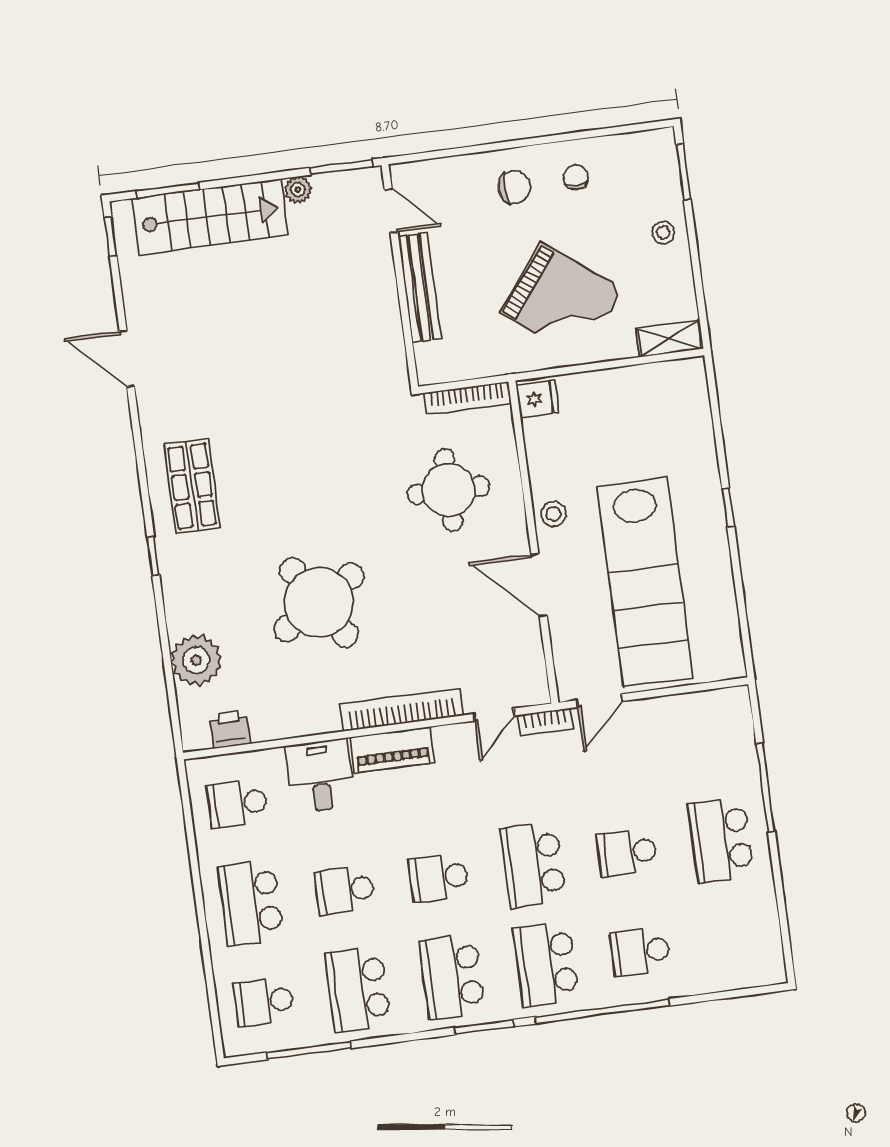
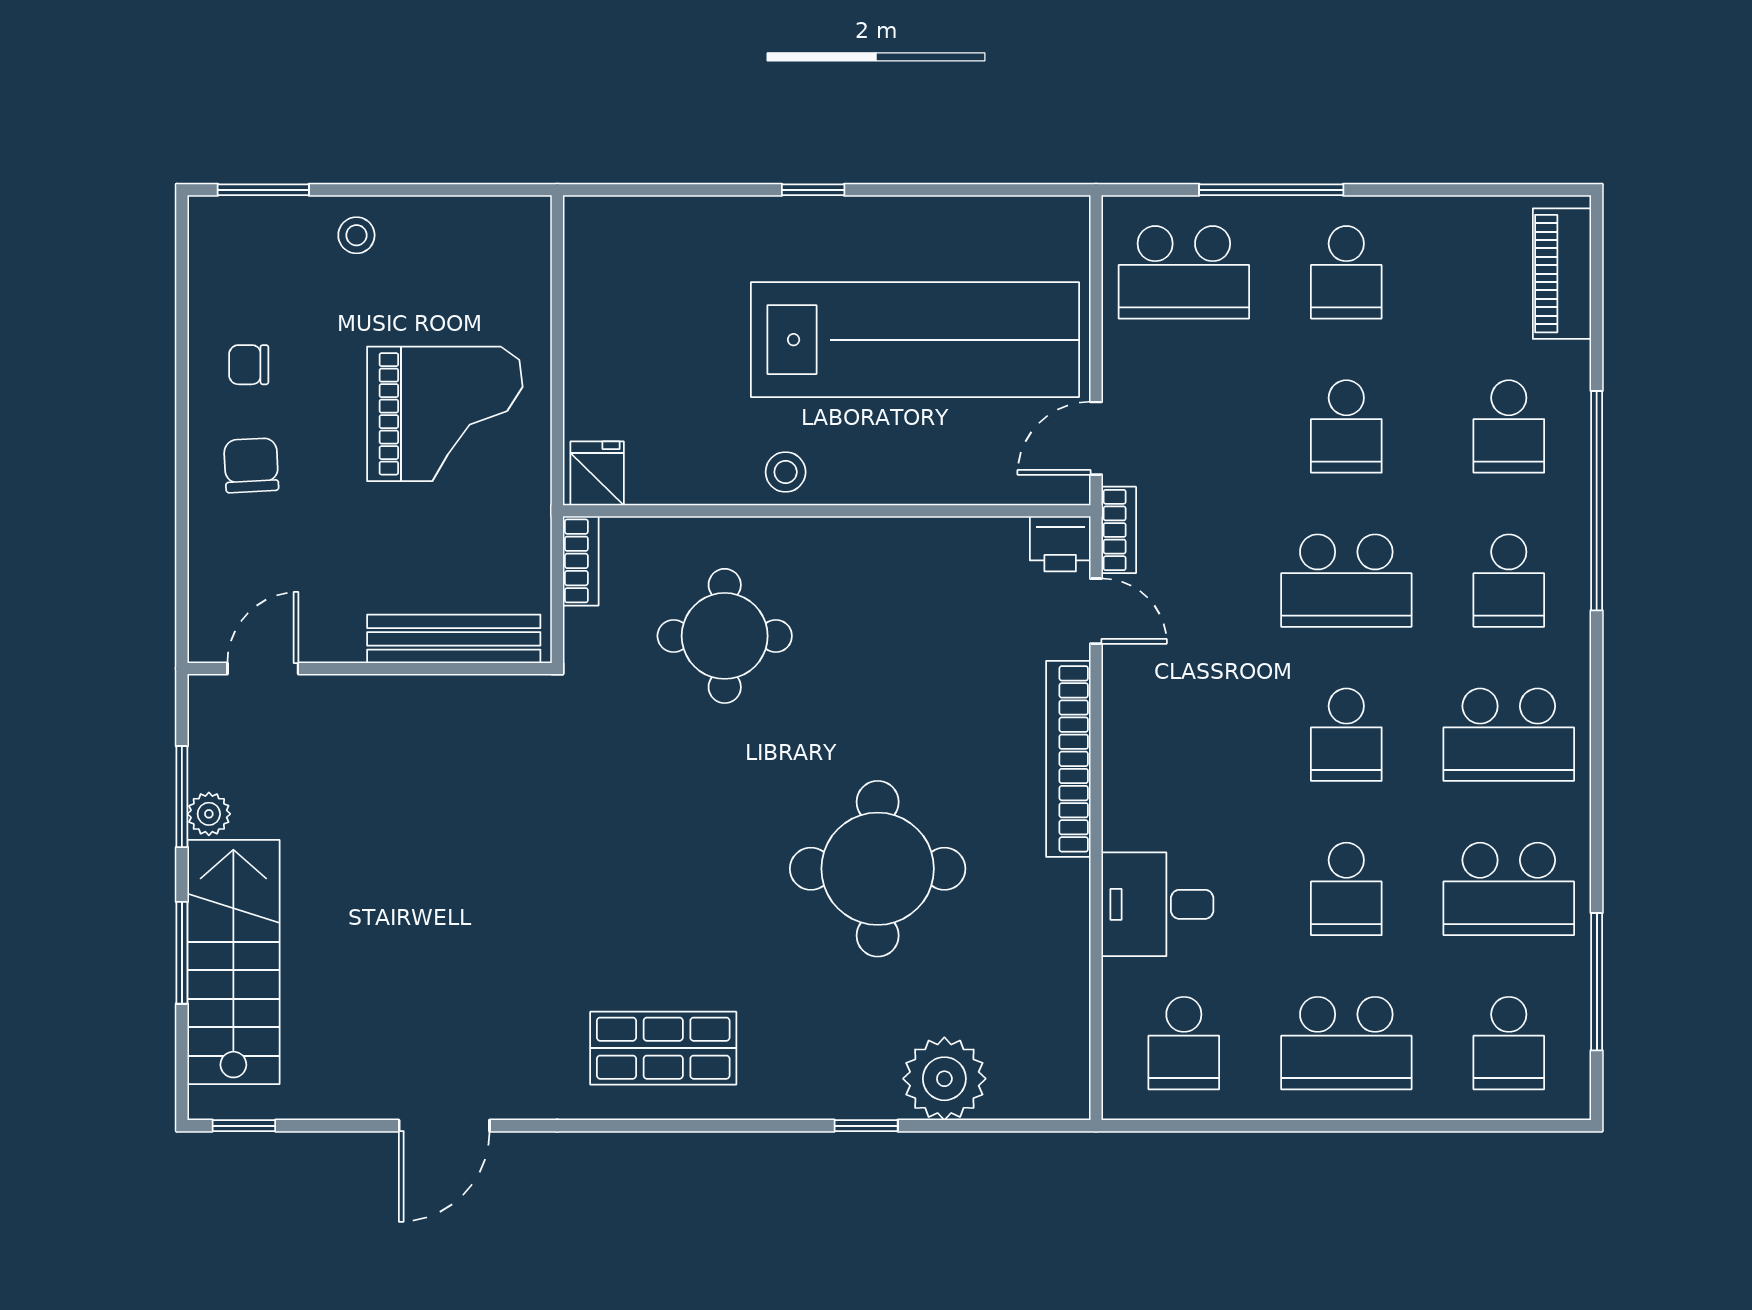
window: (341, 167) -> (182, 797), moved
window: (168, 190) -> (182, 953), moved
bench: (420, 288) -> (454, 639), moved
grand piano: (561, 301) -> (445, 414), turned 52
shelving: (670, 338) -> (528, 248), removed
bookcase: (467, 398) -> (581, 561), width x0.64
window: (153, 556) -> (866, 1126), moved
door: (539, 585) -> (897, 511), removed
round table: (319, 602) -> (878, 869), turned 32
door: (600, 701) -> (1096, 438), swing flipped
printer: (230, 729) -> (1060, 544), moved, turned -90
school desk: (708, 741) -> (1184, 272), added
piano: (392, 750) -> (1562, 274), moved, turned 180
school desk: (721, 840) -> (1346, 272), width x0.54
school desk: (546, 964) -> (1509, 581), width x0.54
window: (484, 1027) -> (1597, 694), removed

